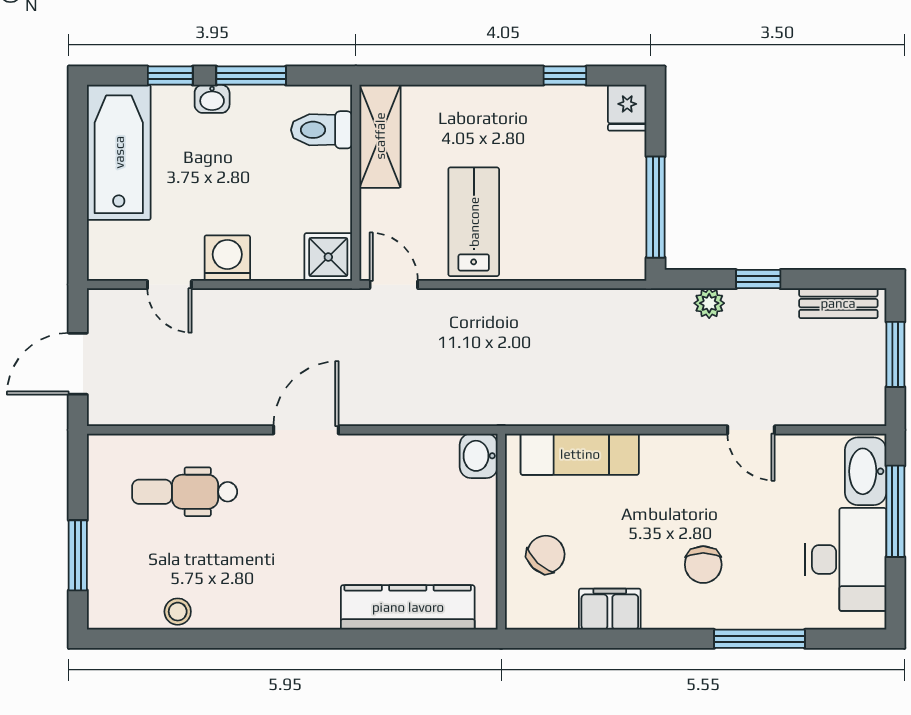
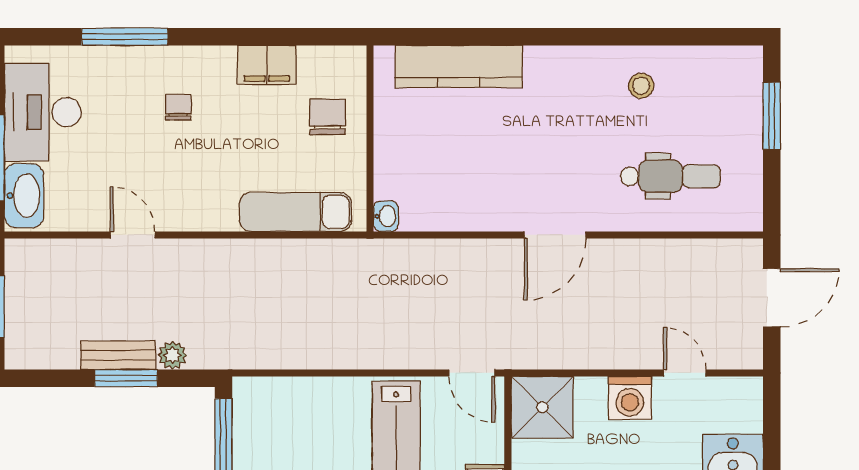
shower: (328, 257) -> (542, 407), width x1.36, depth x1.36
window: (758, 279) -> (126, 378), width x1.50
bench: (838, 303) -> (118, 355), moved
washbasin: (479, 456) -> (386, 216), width x0.72, depth x0.69
chair: (546, 554) -> (328, 117), turned 137
chair: (703, 565) -> (178, 107), width x0.73, depth x0.73
stool: (178, 612) -> (641, 86), moved

